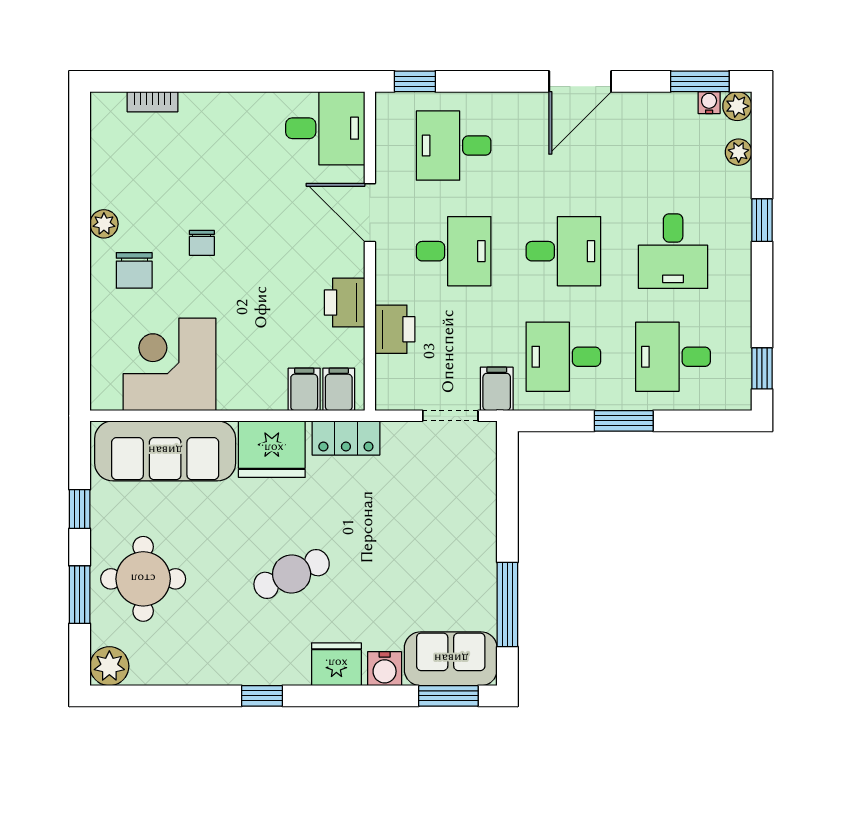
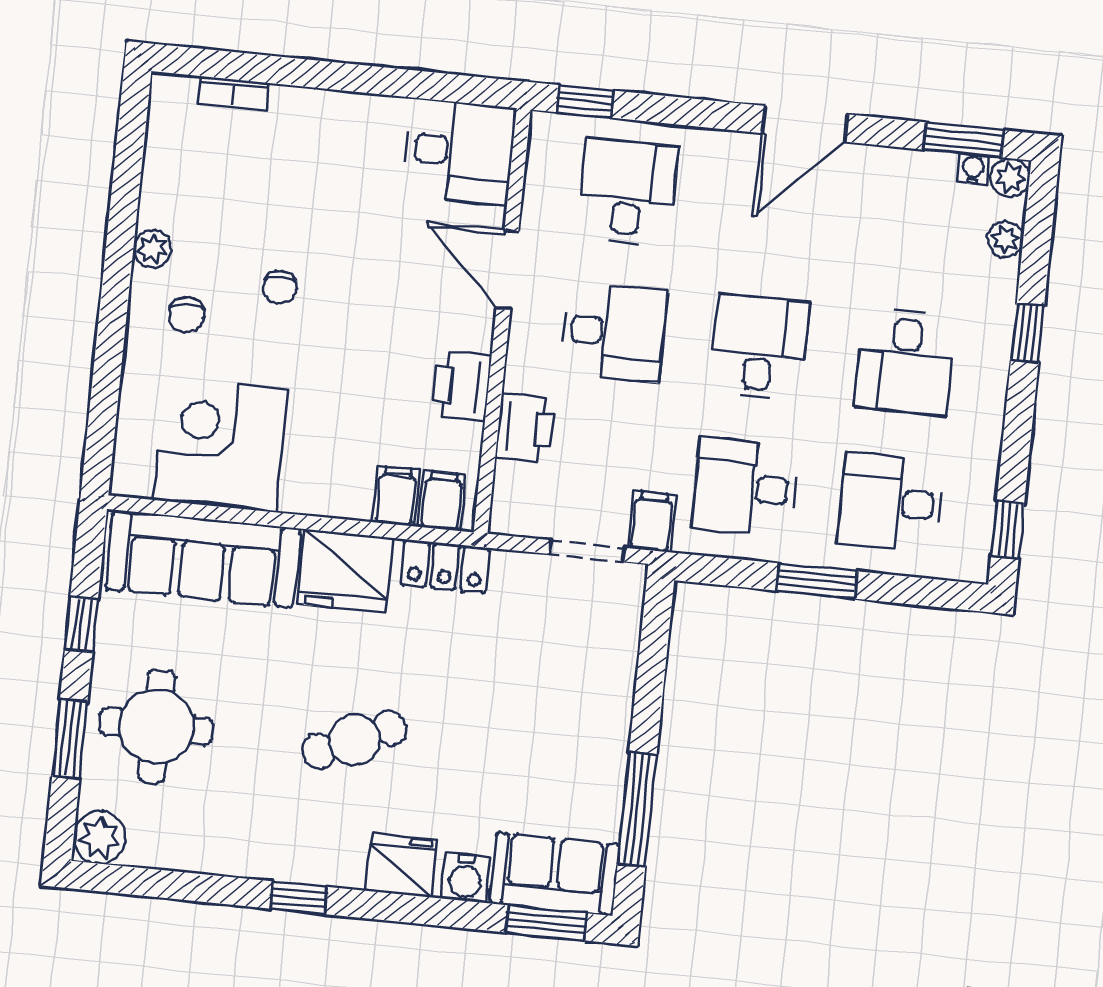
desk: (454, 146) -> (628, 192), turned 90
desk: (563, 251) -> (759, 347), turned -90
chair: (134, 270) -> (186, 315), width x0.73, depth x0.73

